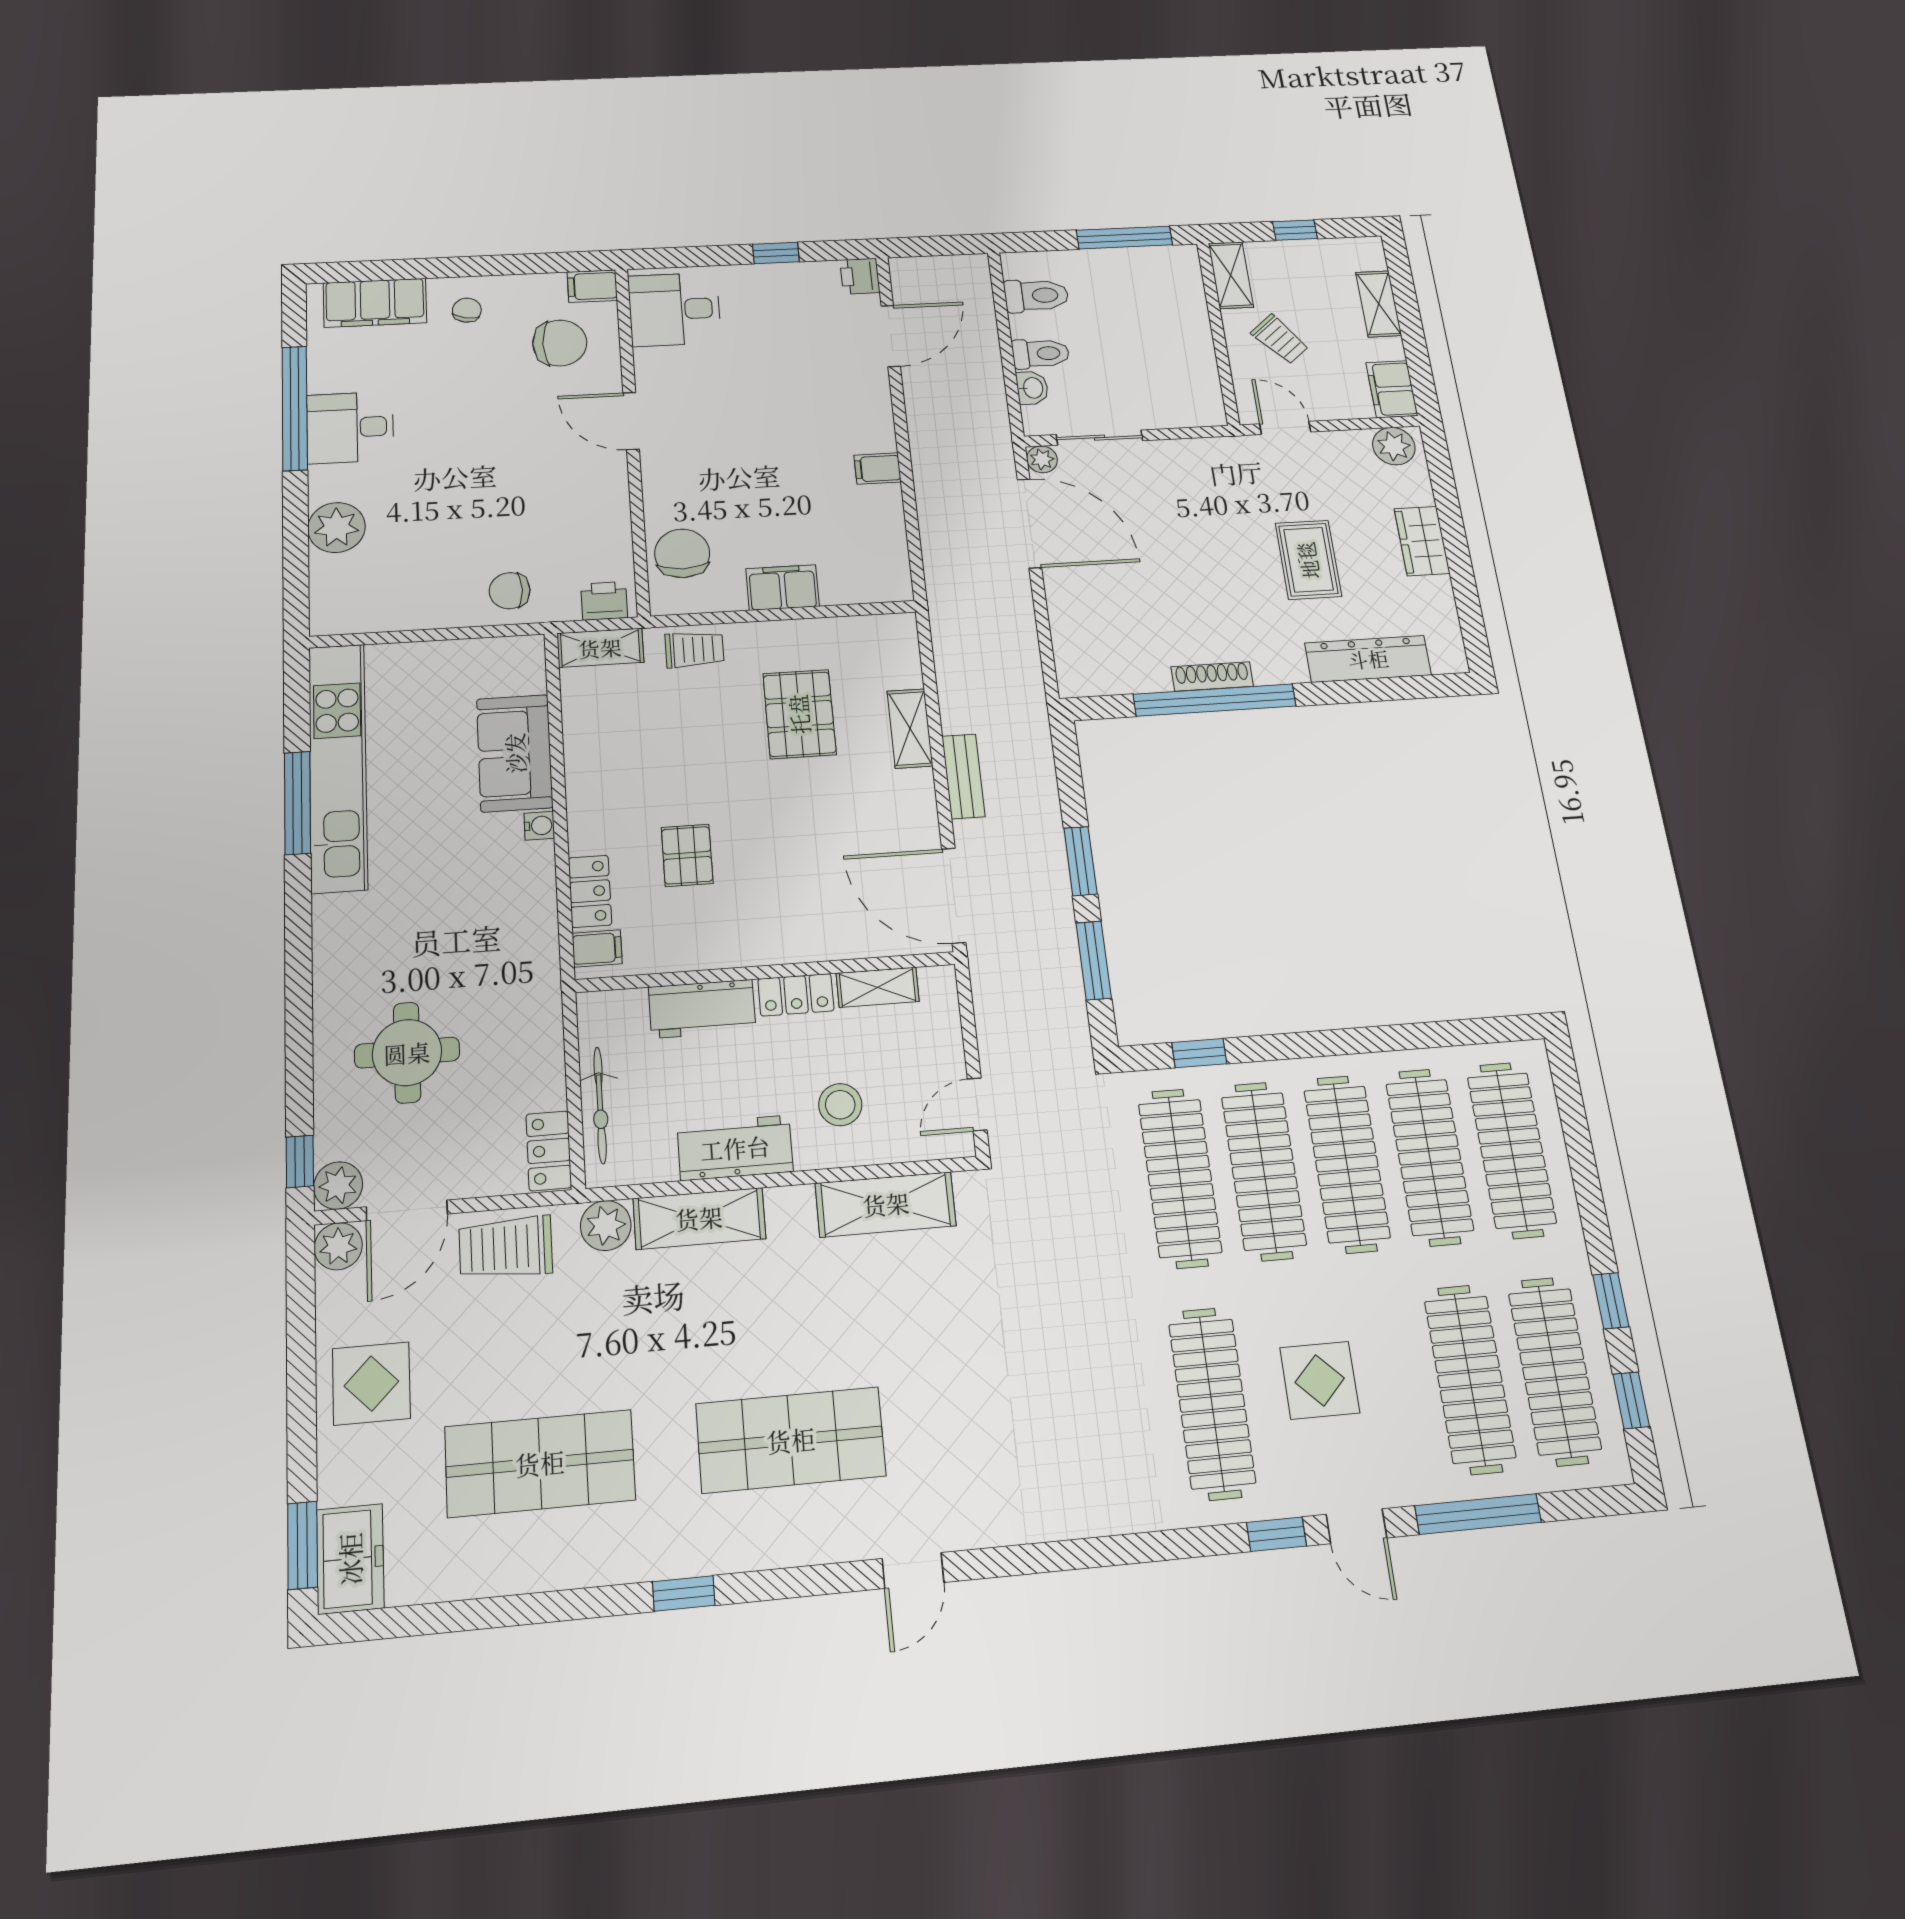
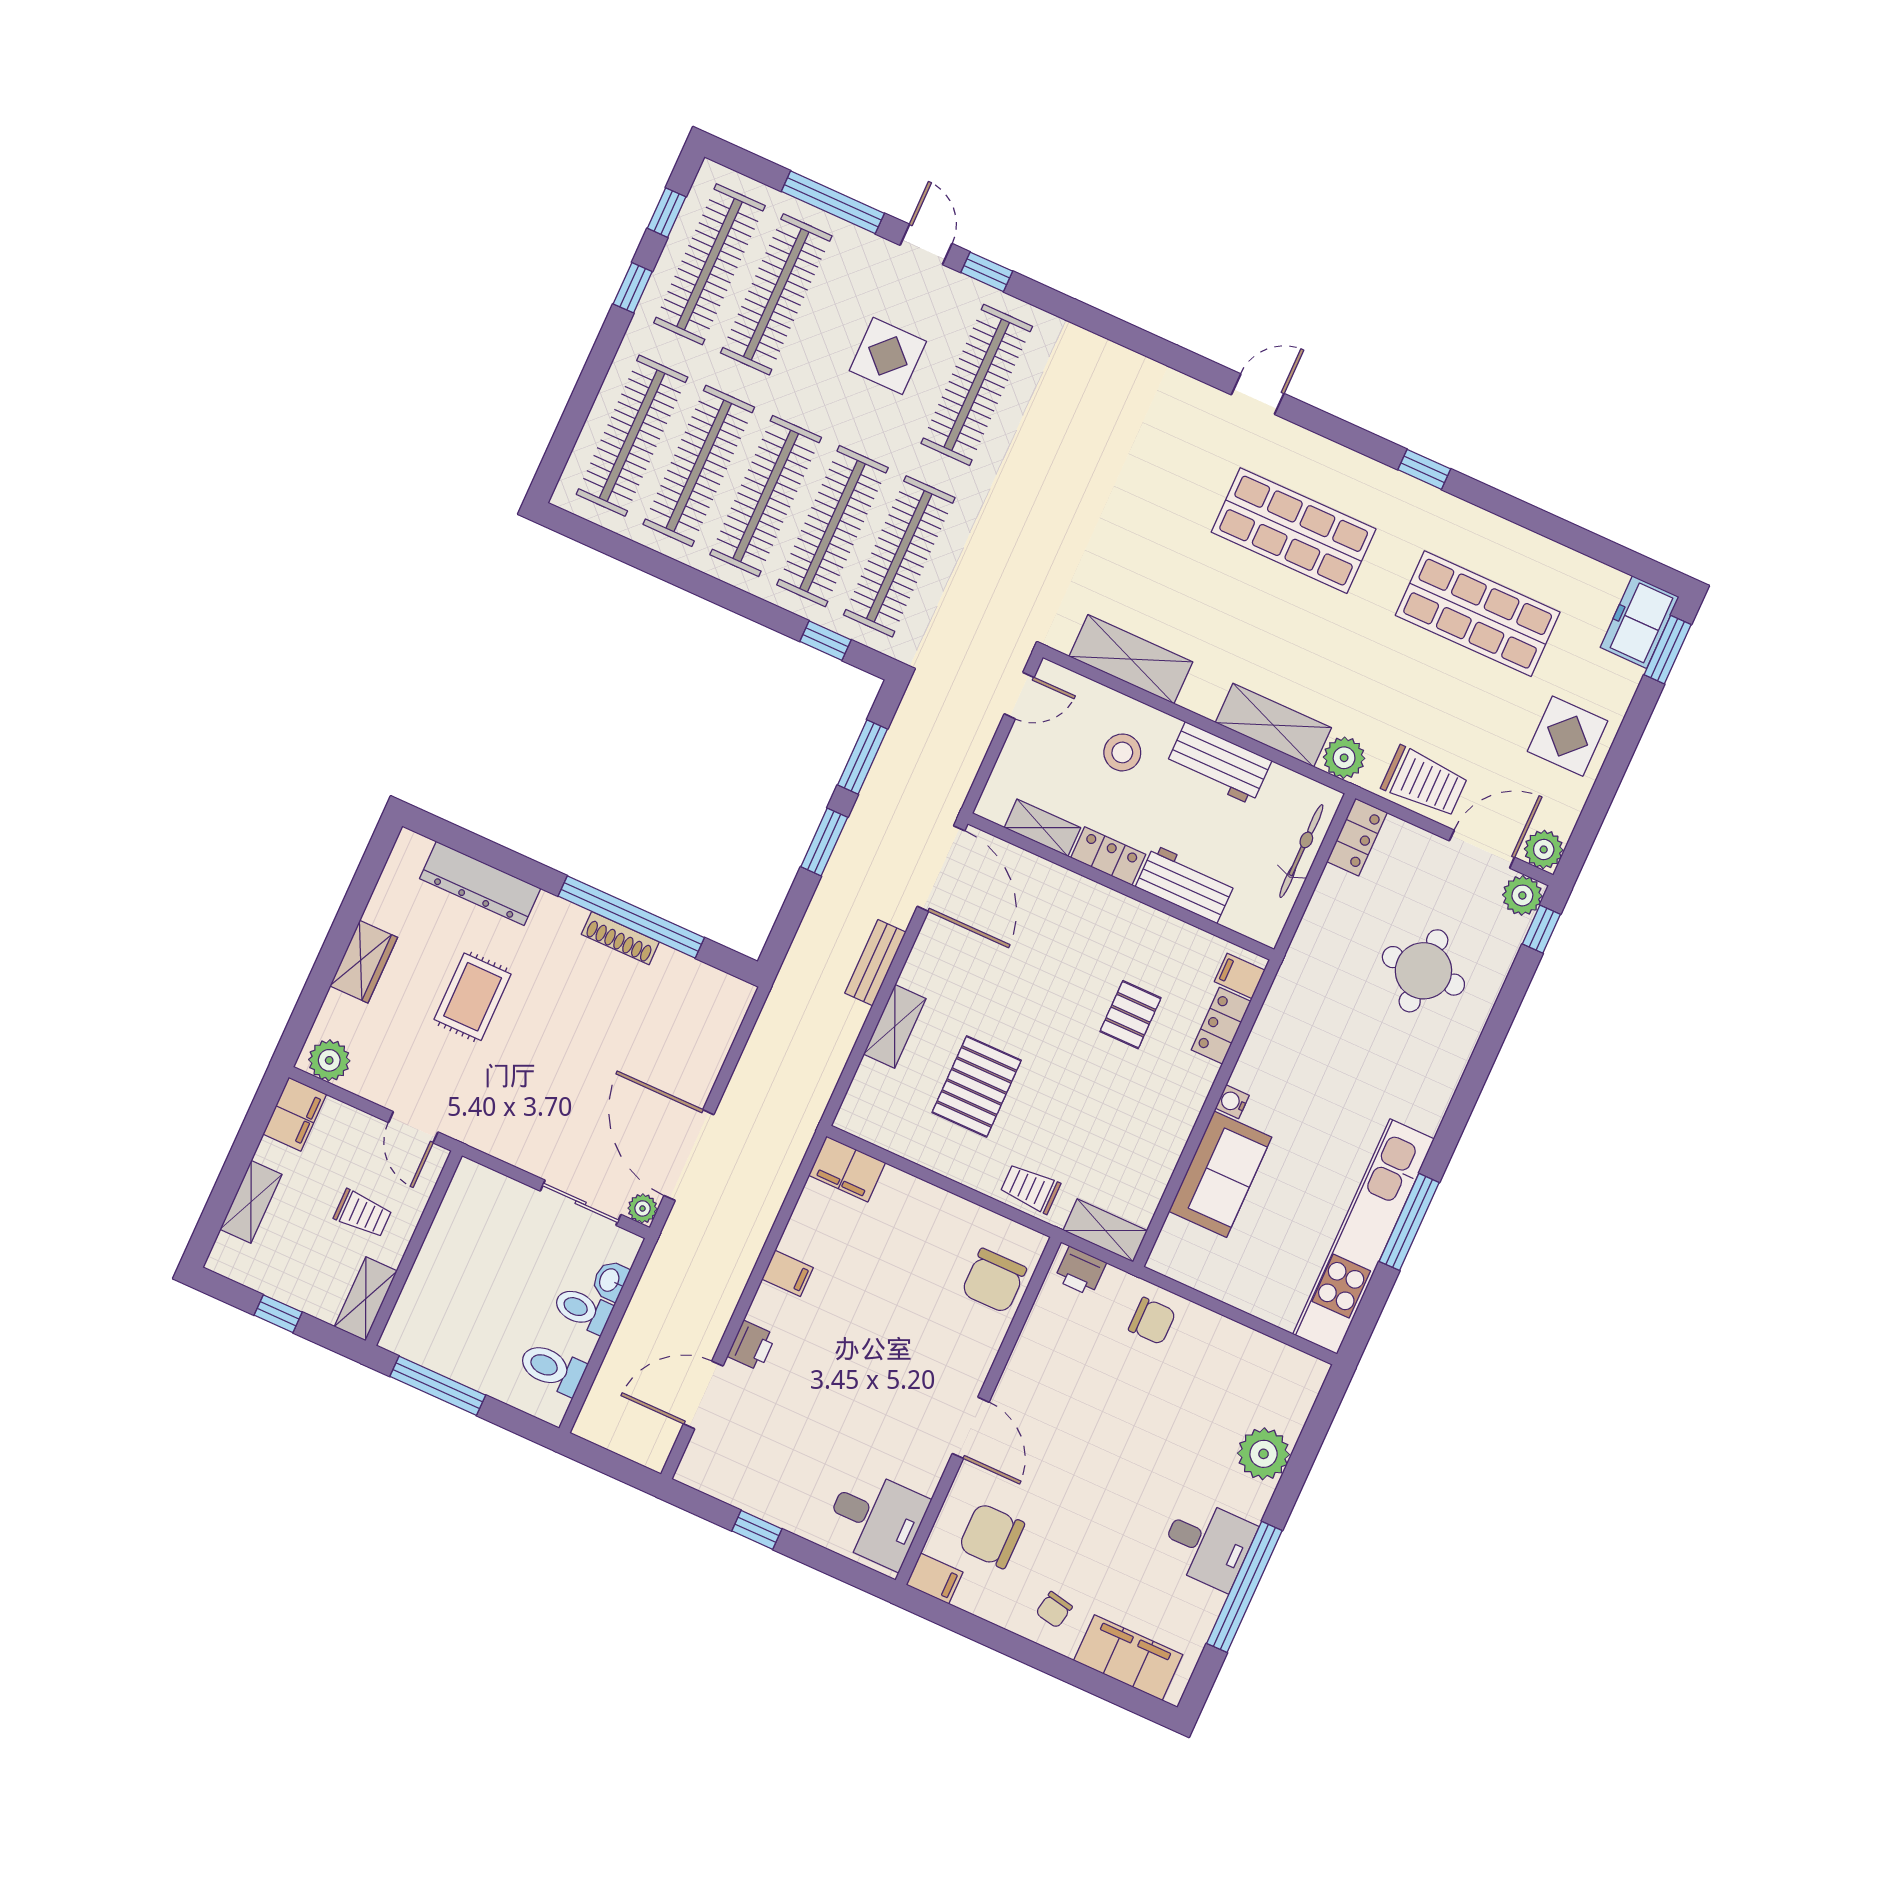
printer: (860, 276) -> (752, 1346), moved
trolley: (1280, 339) -> (363, 1214), turned 130
filing cabinet: (783, 588) -> (847, 1169), moved

